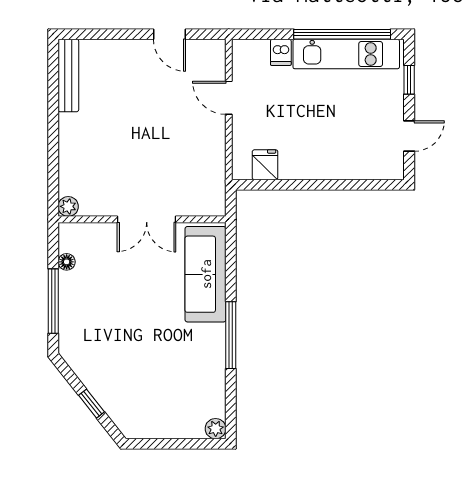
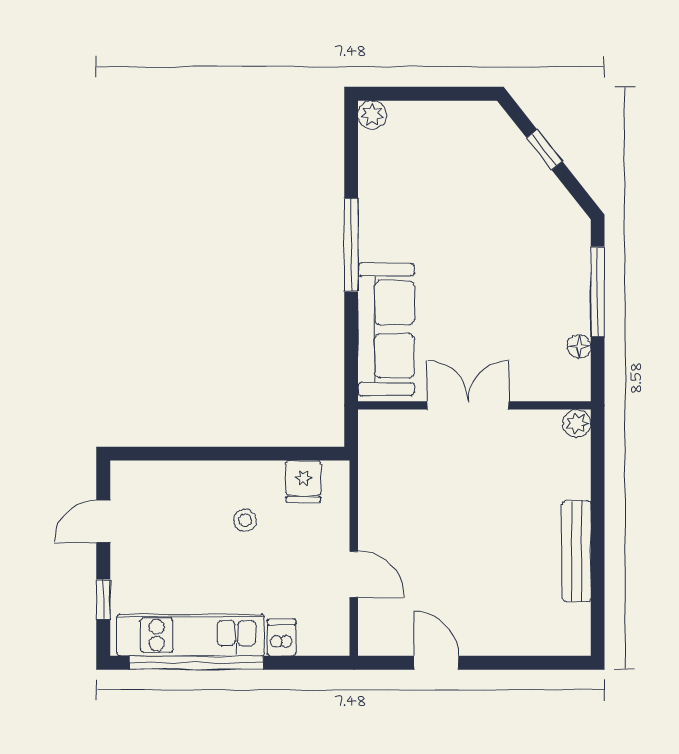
bench: (68, 75) -> (577, 551), moved
stool: (307, 137) -> (245, 520), added

